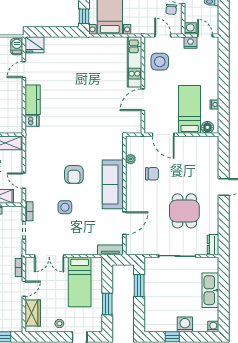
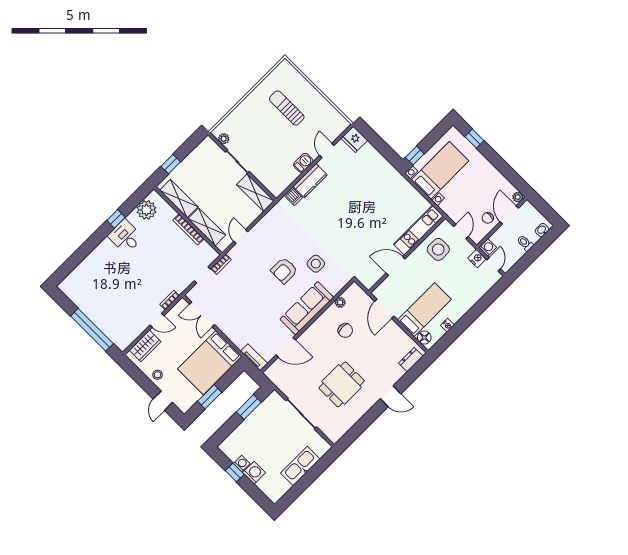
barbecue: (17, 47) -> (303, 163), moved
door: (24, 70) -> (327, 150), hinge flipped
side table: (65, 207) -> (316, 264), moved
dresser: (213, 245) -> (411, 360), moved
bed: (80, 282) -> (210, 363), width x1.50
washing machine: (213, 327) -> (242, 464), moved

